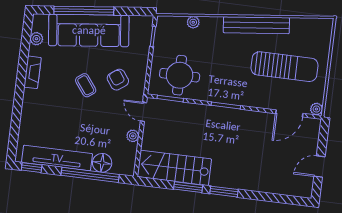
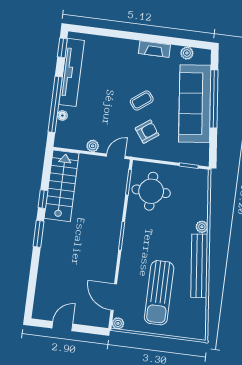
plant: (193, 22) -> (202, 227), moved
floor lamp: (102, 163) -> (62, 116), width x0.53, depth x0.53
door: (319, 167) -> (62, 326), hinge flipped
window: (188, 187) -> (43, 199), width x0.67

